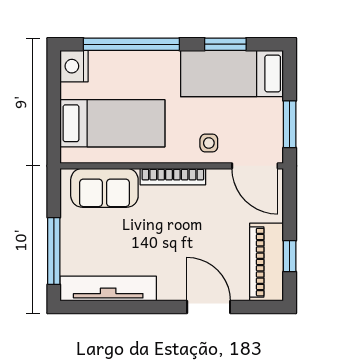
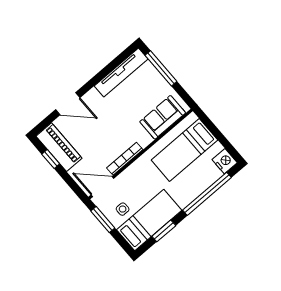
side table: (209, 143) -> (123, 209), moved
bookcase: (173, 177) -> (125, 159), moved

